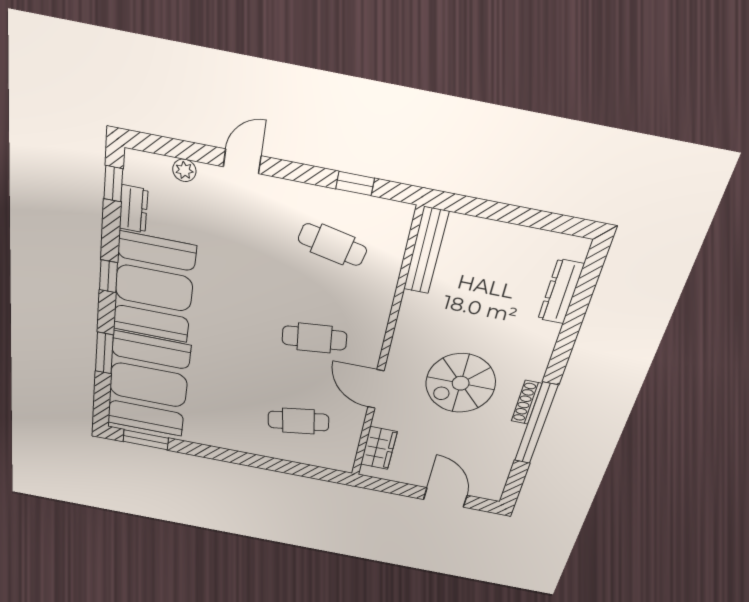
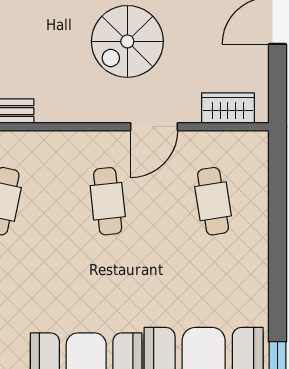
spiral stairs: (461, 383) -> (127, 41), turned 90

